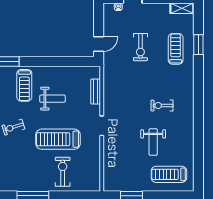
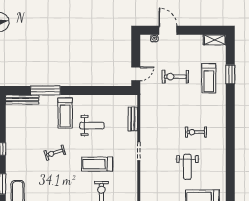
exercise bike: (140, 47) -> (175, 77), turned 90
treadmill: (176, 49) -> (209, 78), turned 180
treadmill: (58, 139) -> (97, 164), width x0.73, depth x0.73

